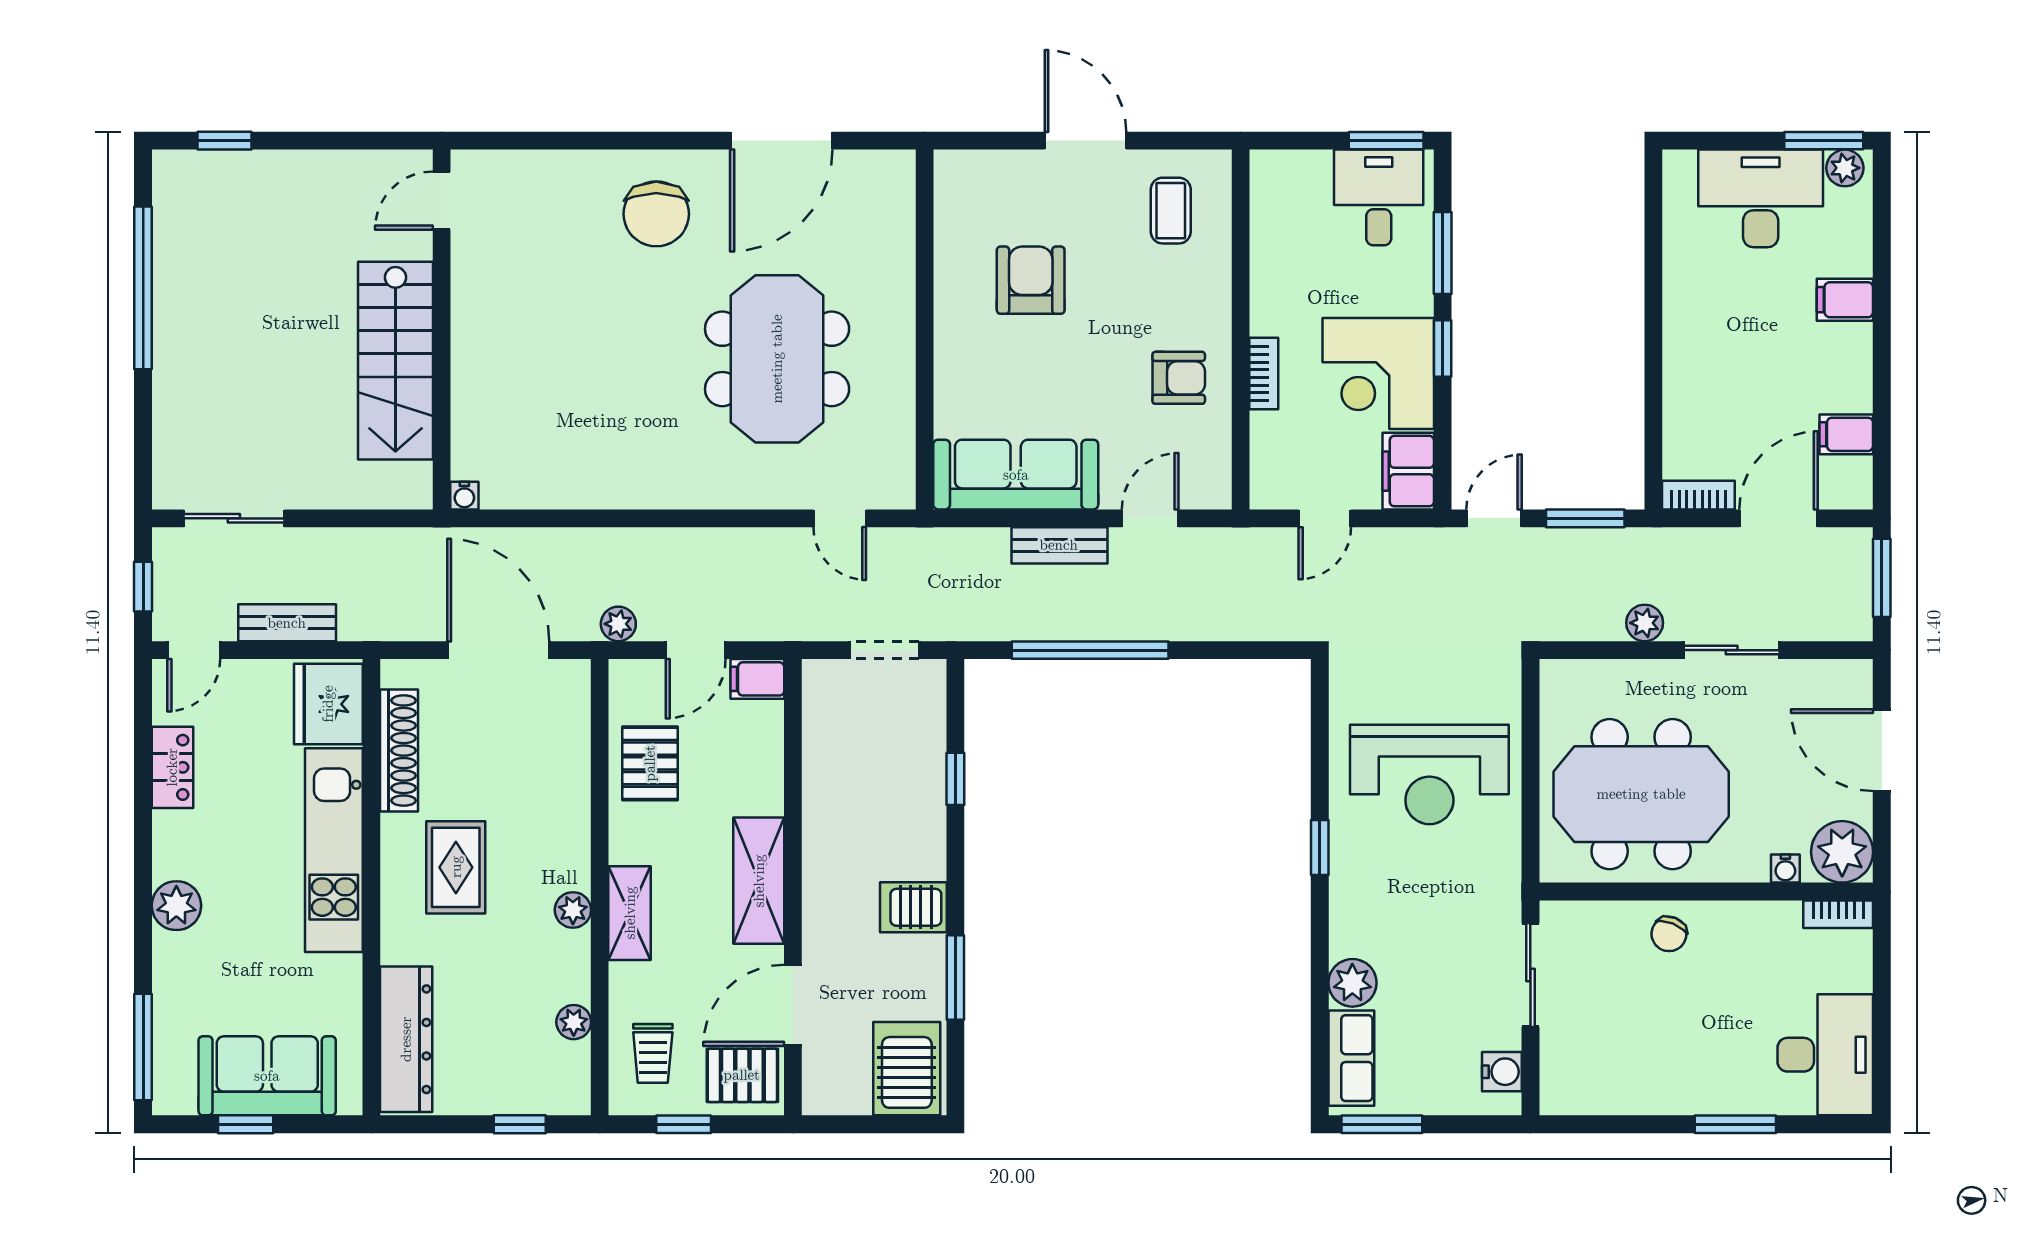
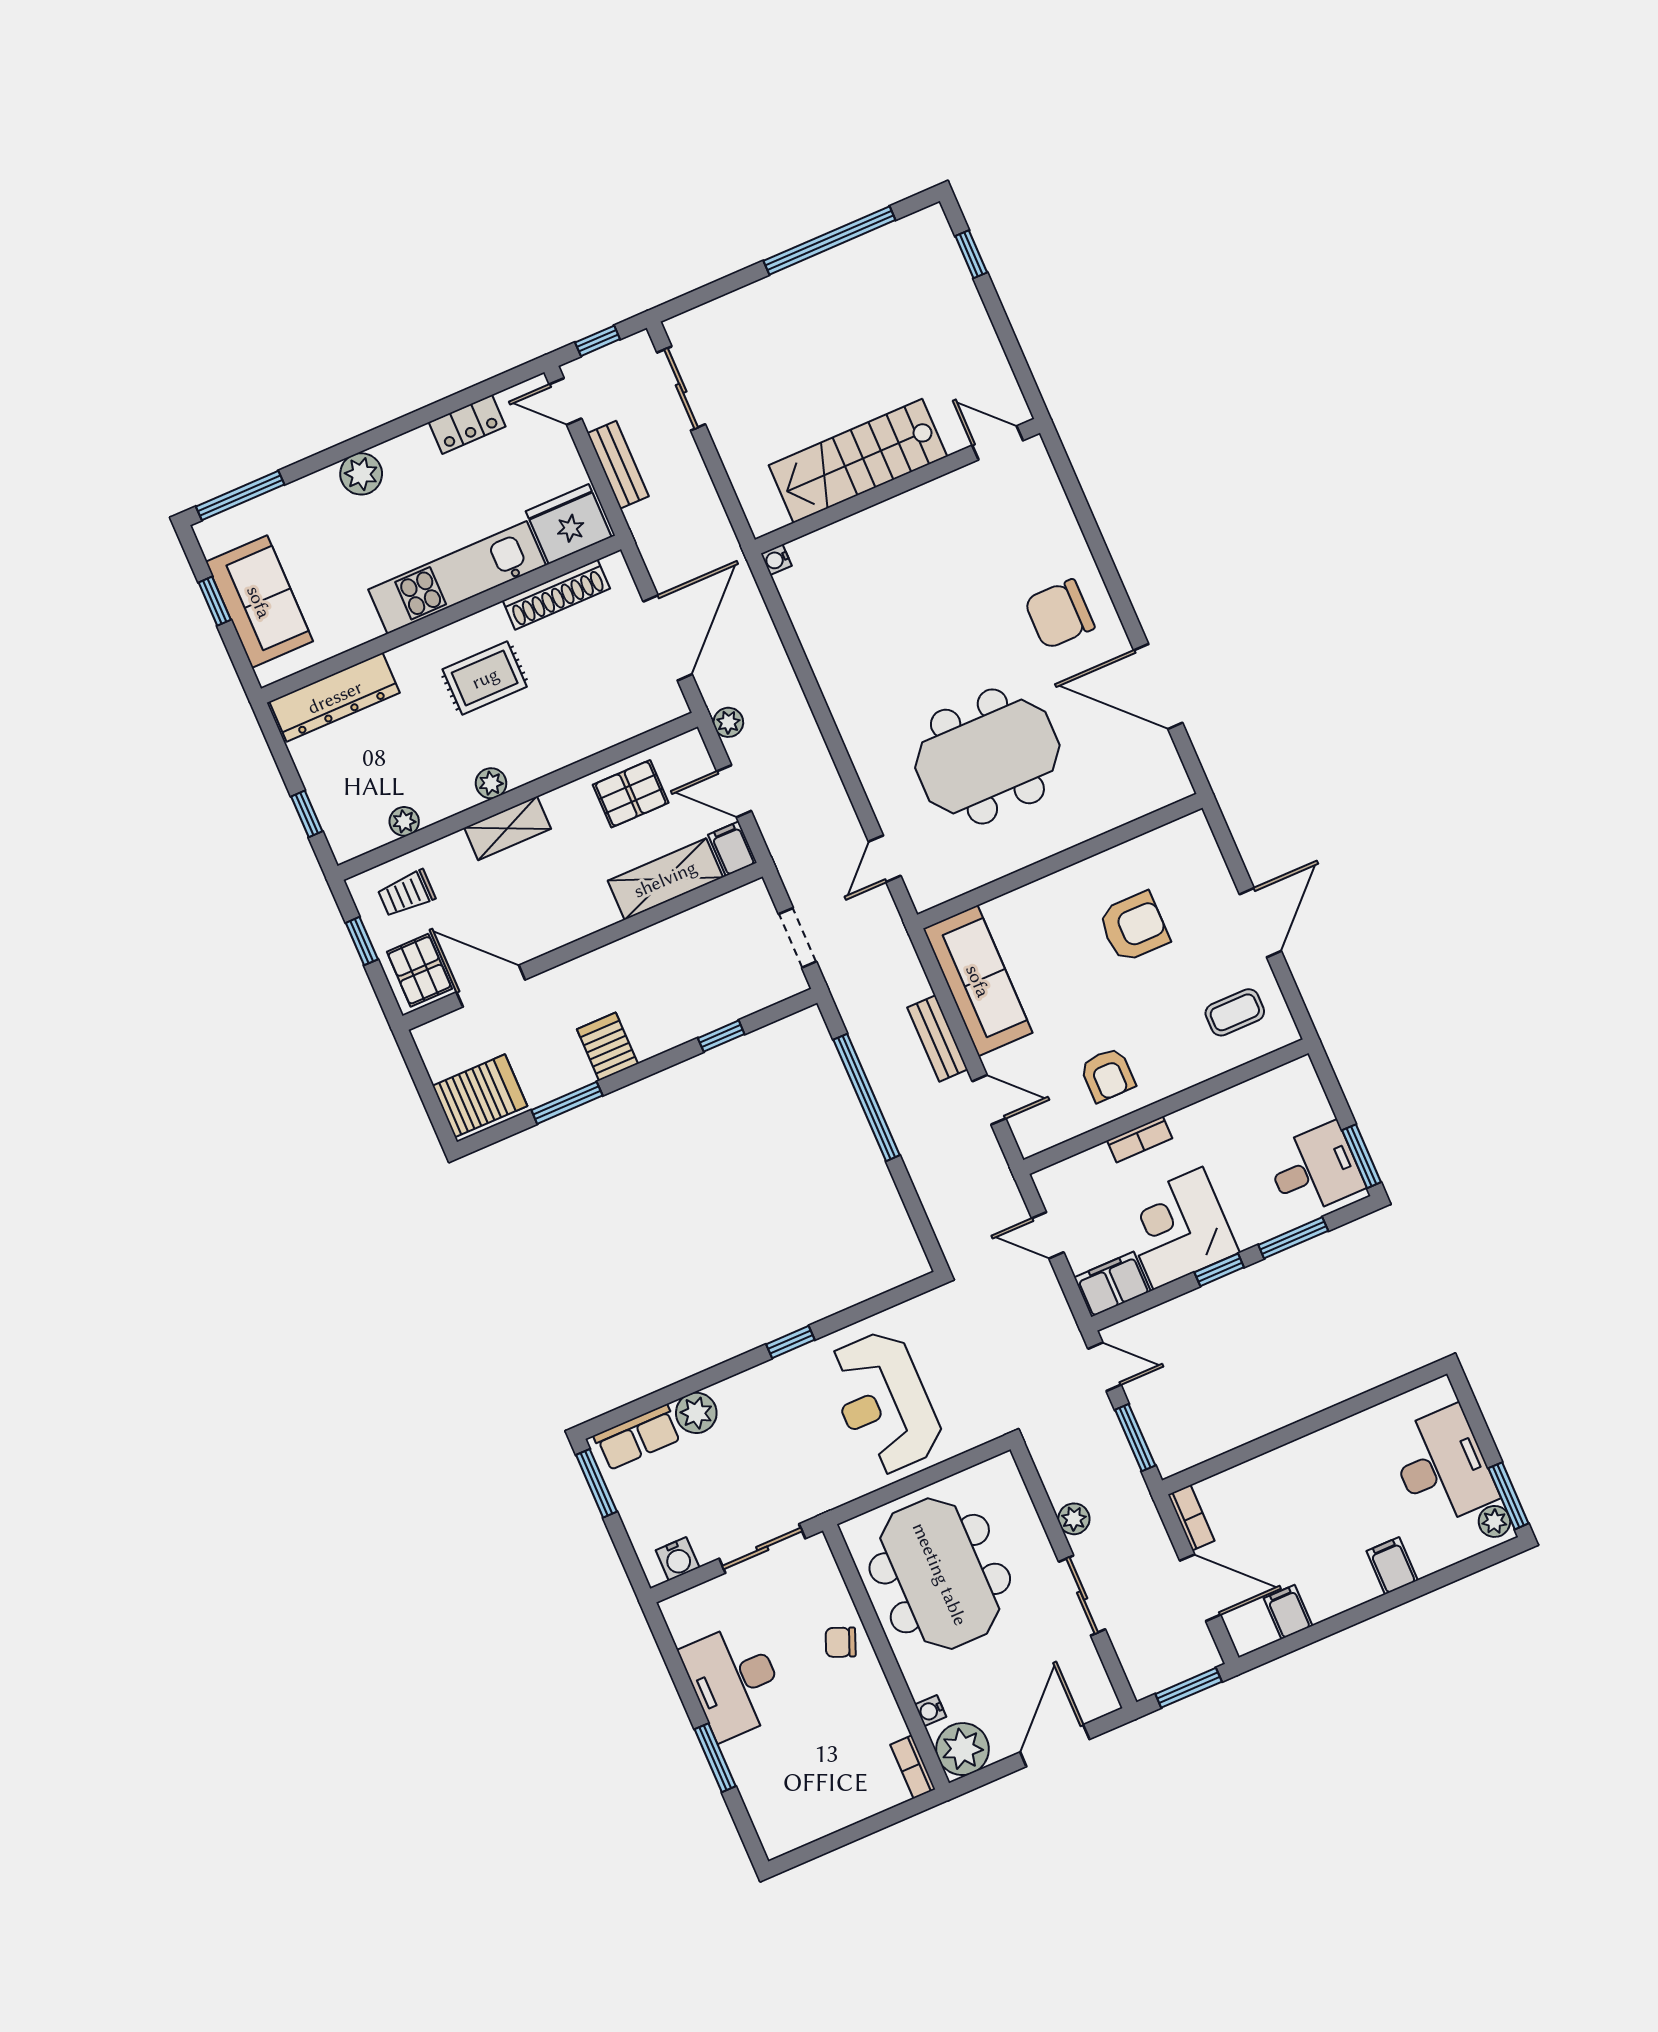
shelving: (759, 881) -> (665, 879), moved
desk: (1825, 1055) -> (734, 1681), moved, turned 90

